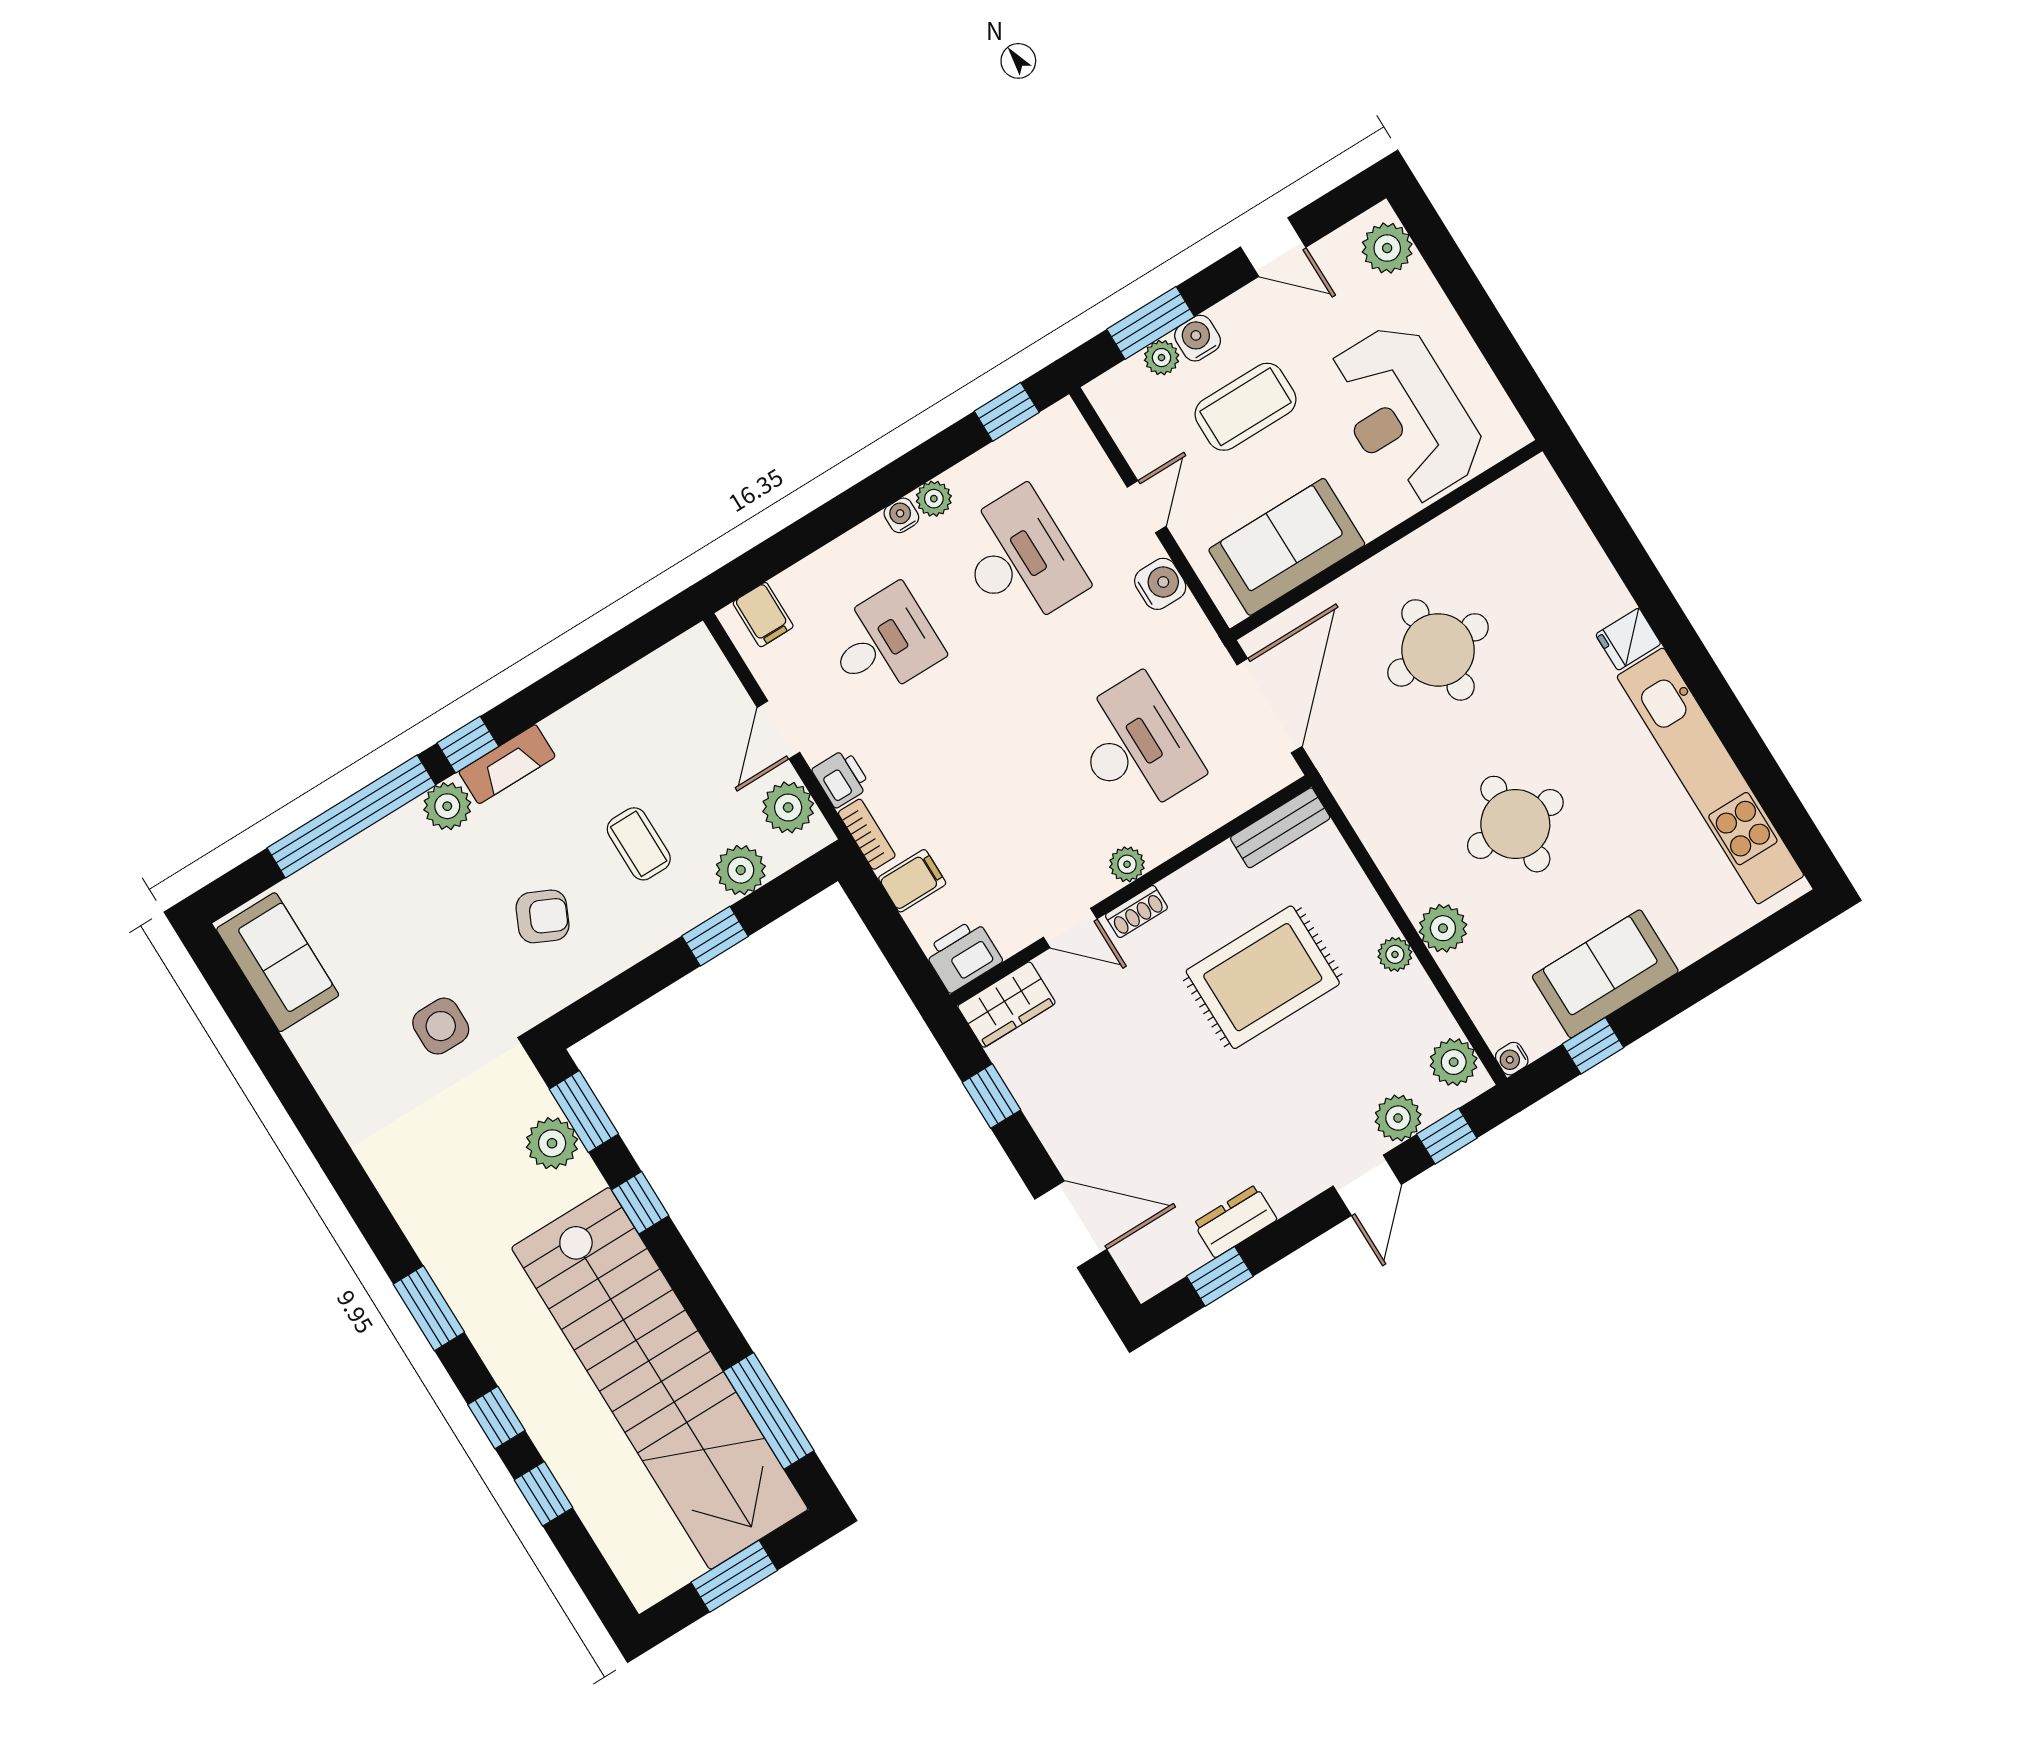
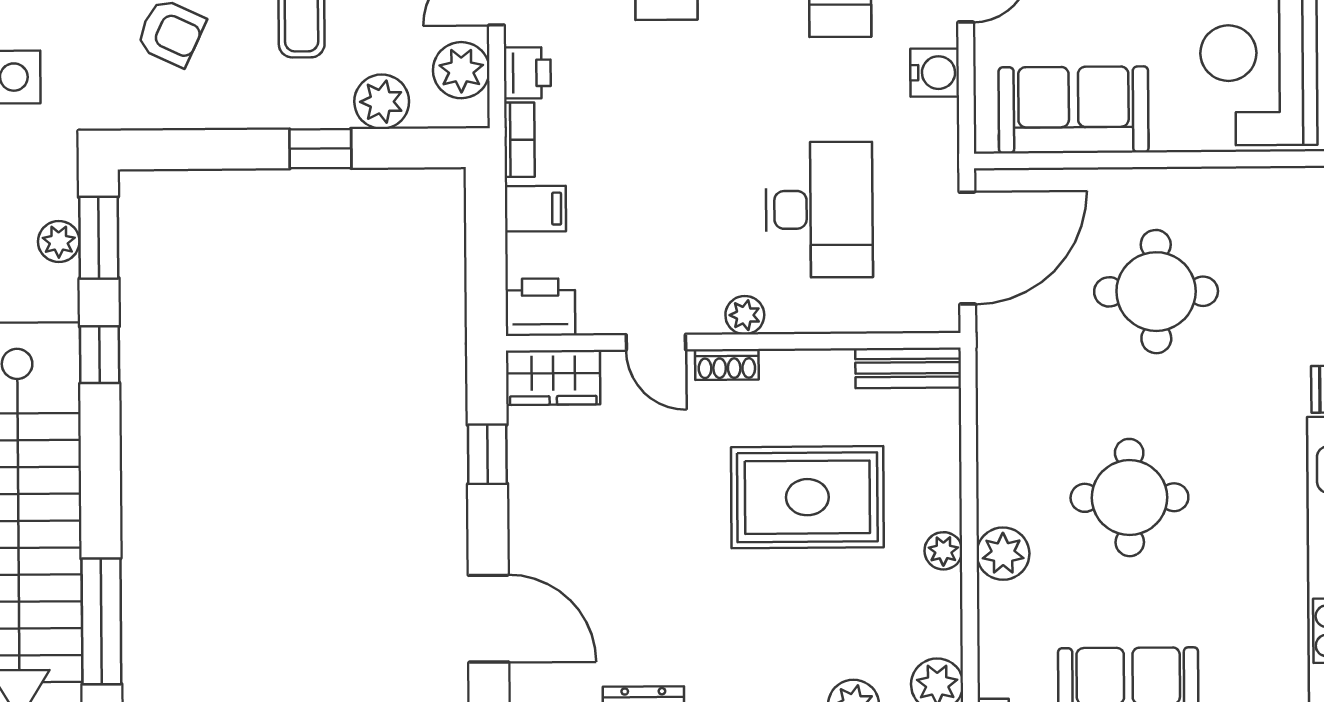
plant: (552, 1143) -> (59, 241), width x0.73, depth x0.73

